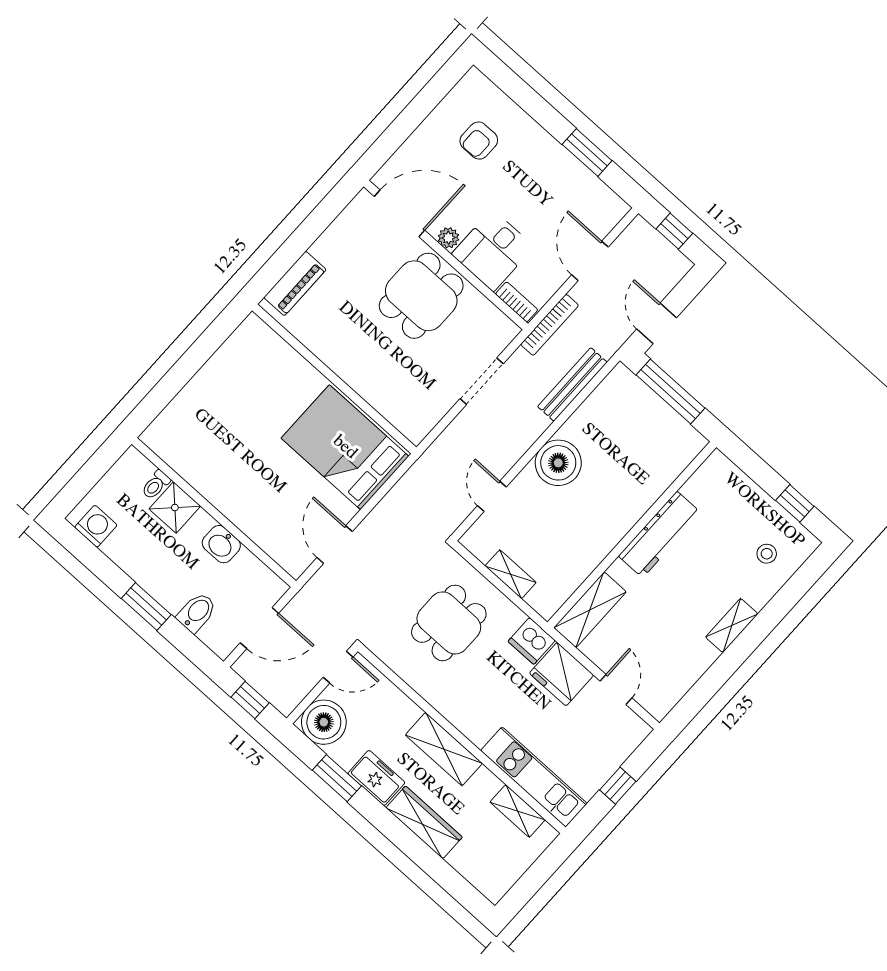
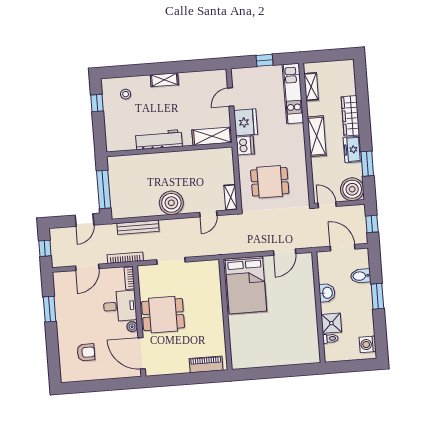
shelving: (511, 574) -> (231, 197), moved

